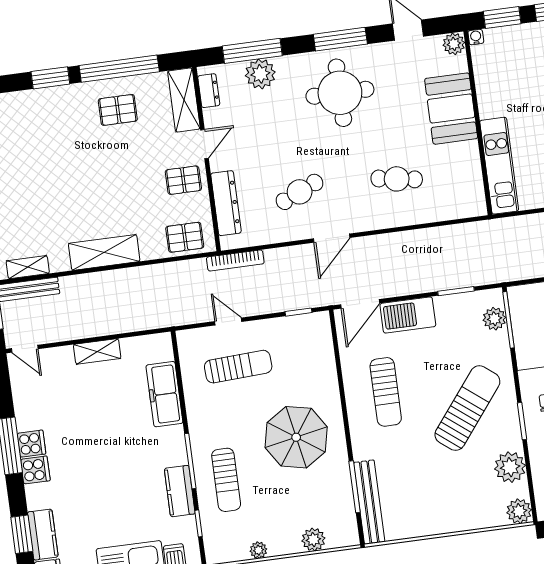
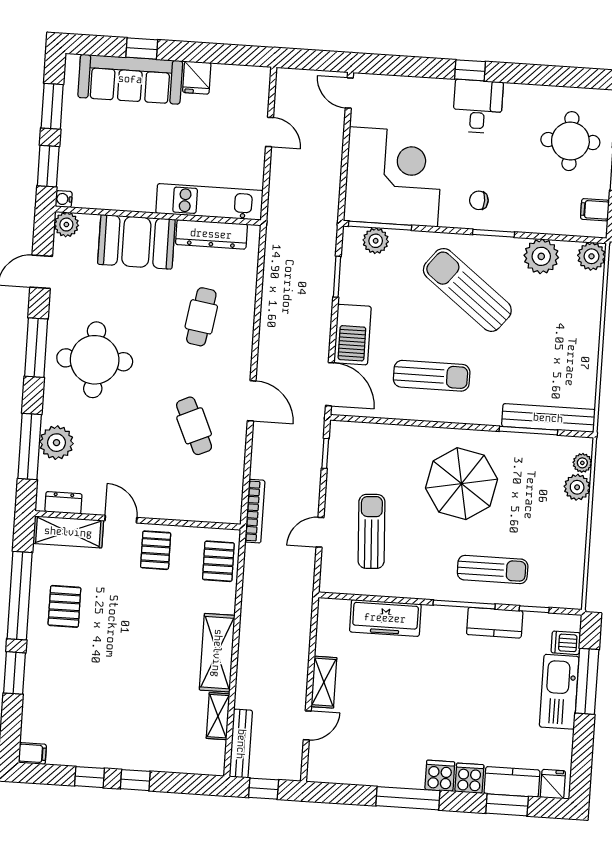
dresser: (226, 203) -> (211, 234), moved, turned 180
shelving: (28, 267) -> (218, 716), moved
door: (25, 349) -> (307, 725), moved
cooker: (31, 444) -> (469, 778), moved
plant: (258, 550) -> (582, 463), moved

